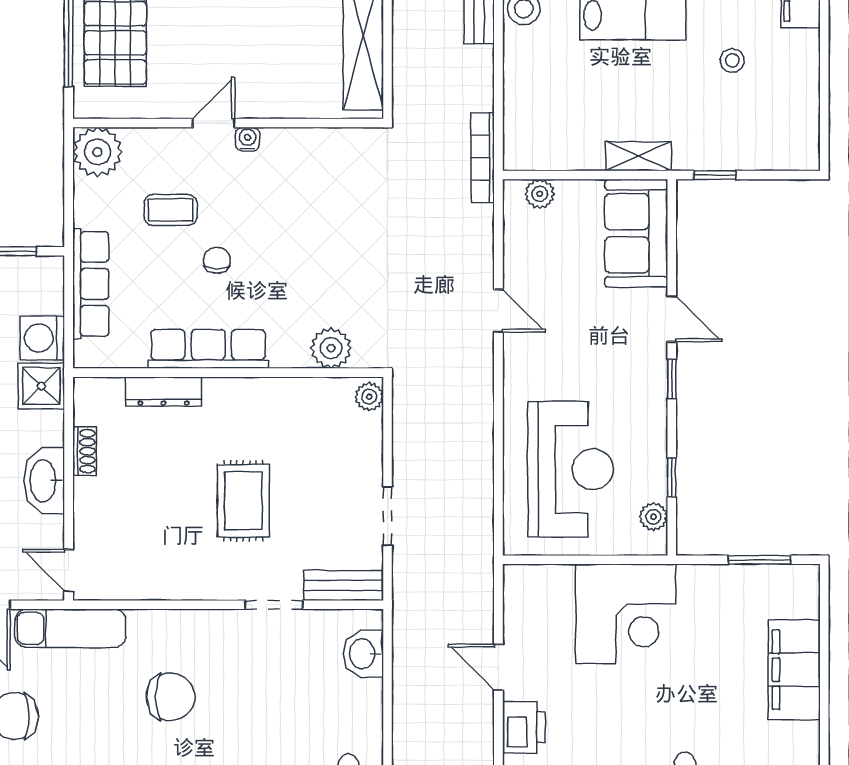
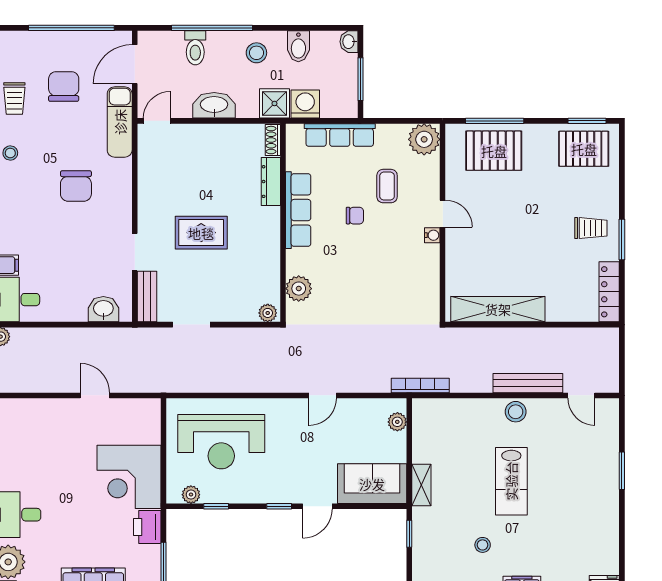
shoe rack: (85, 451) -> (273, 140), moved, turned 90
door: (498, 667) -> (95, 395), hinge flipped
printer: (524, 727) -> (147, 527), moved, turned 90

